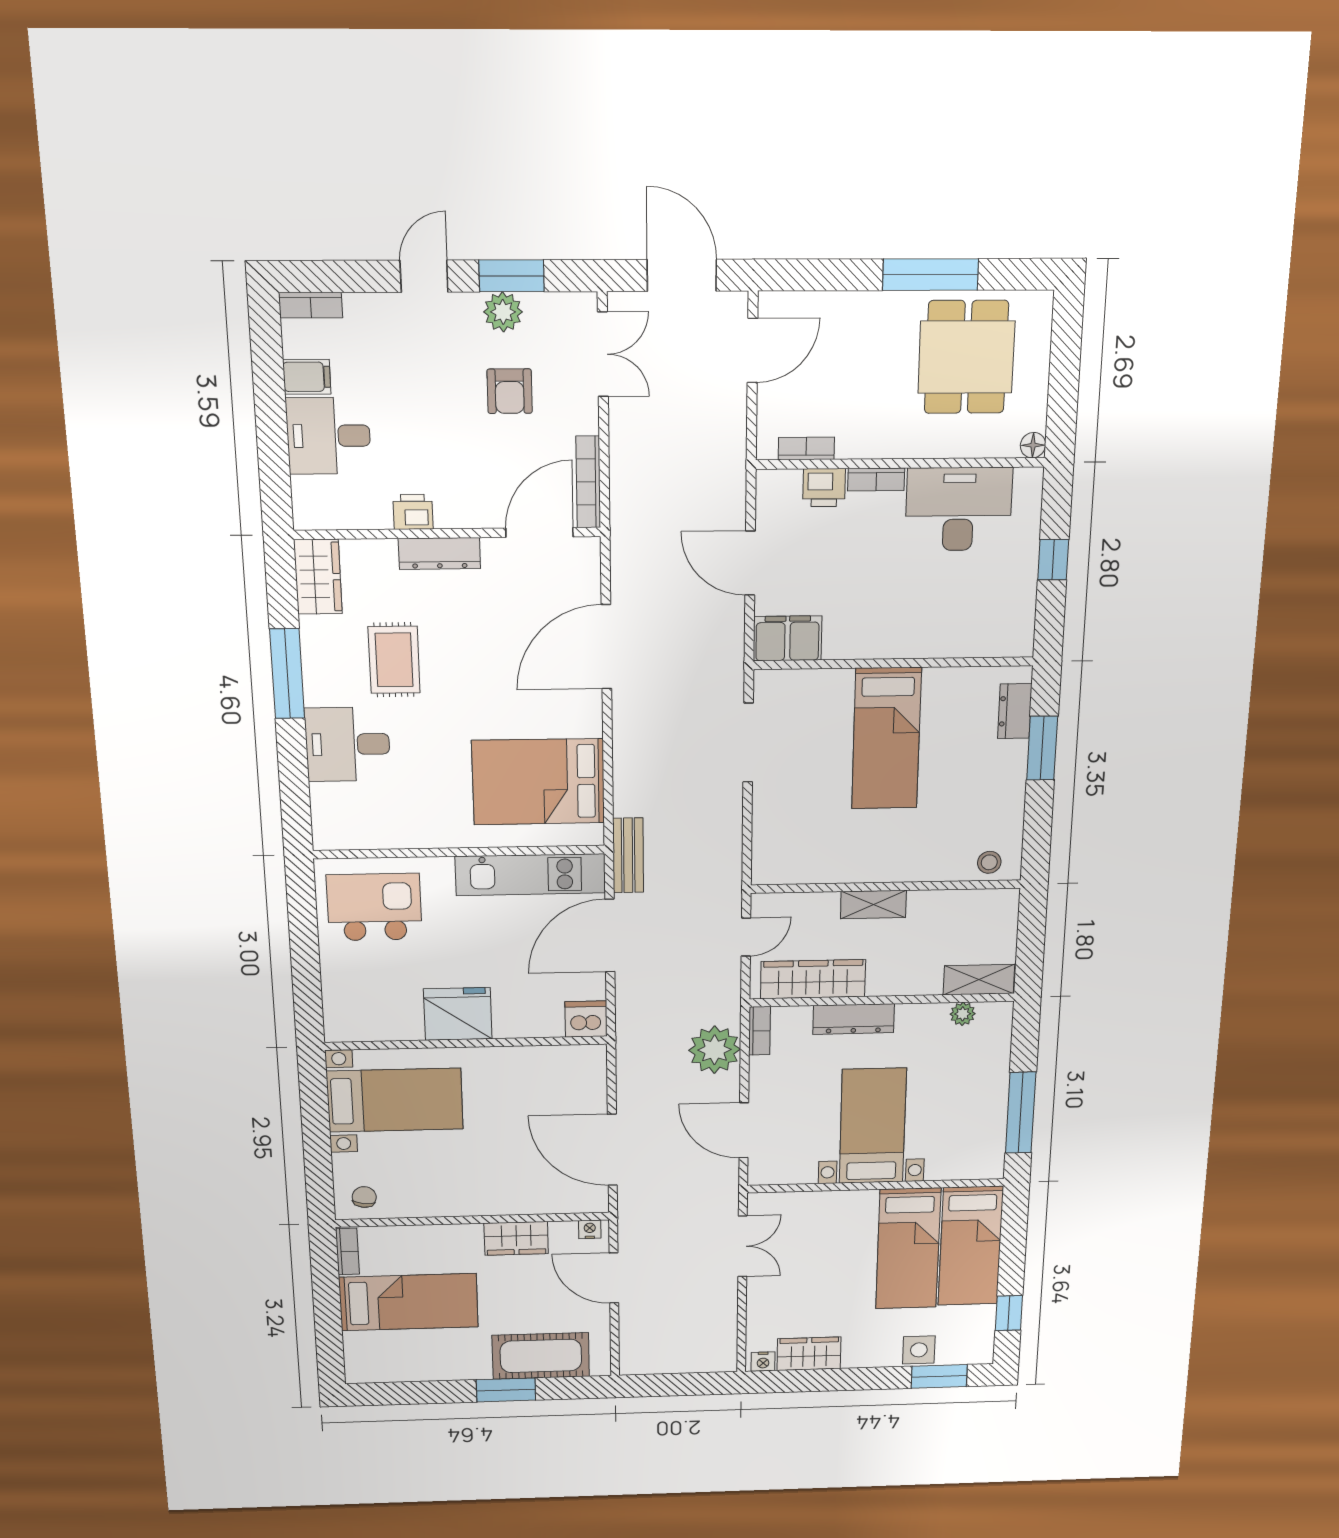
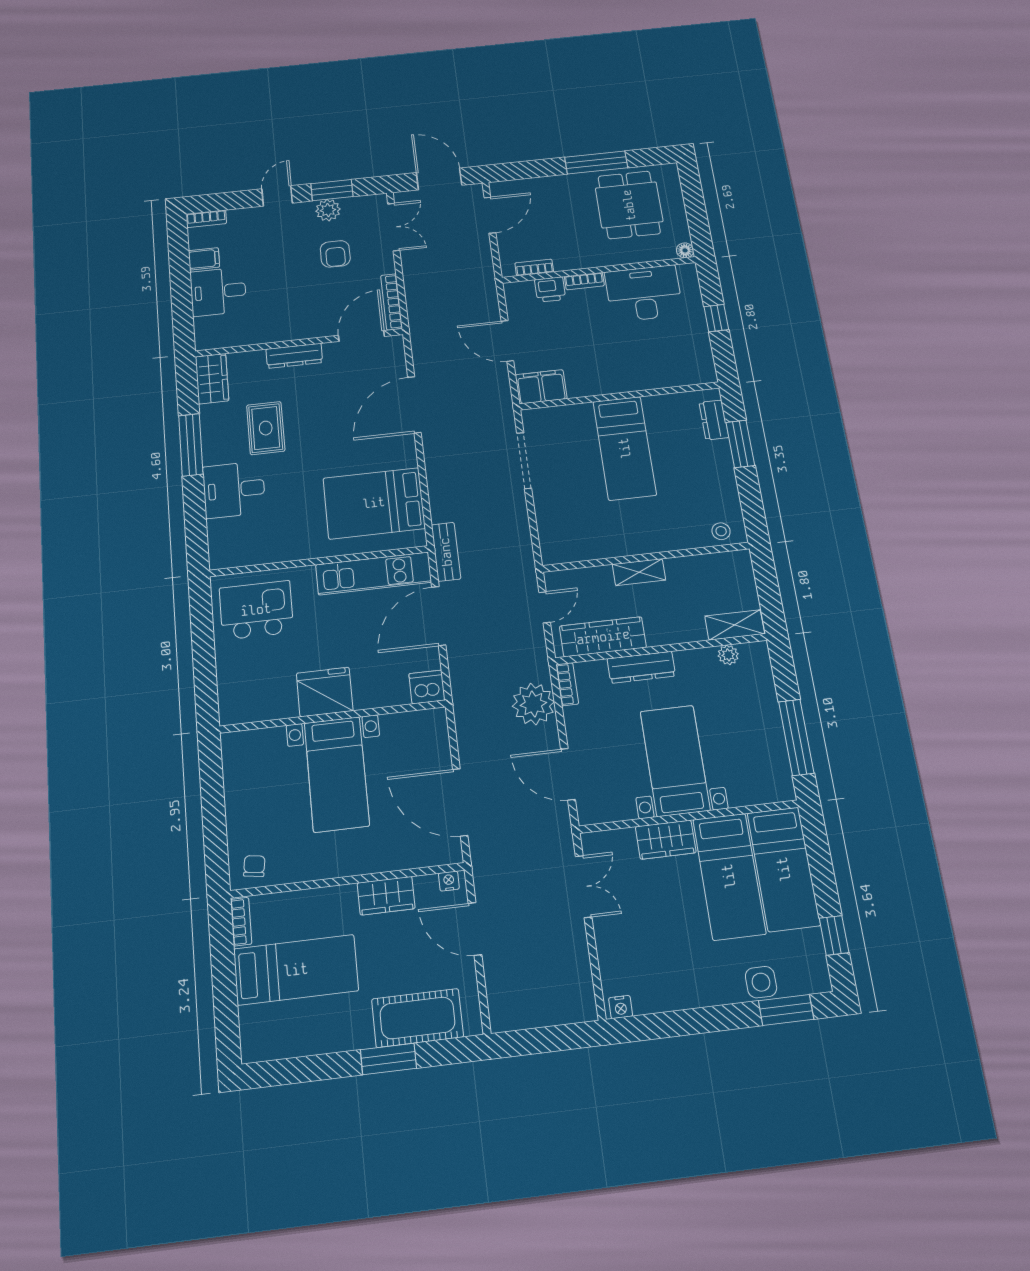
printer: (413, 512) -> (275, 332), removed
bed with nightstands: (395, 1100) -> (337, 774), moved, turned 90
wardrobe: (809, 1354) -> (666, 840), moved, turned 180

